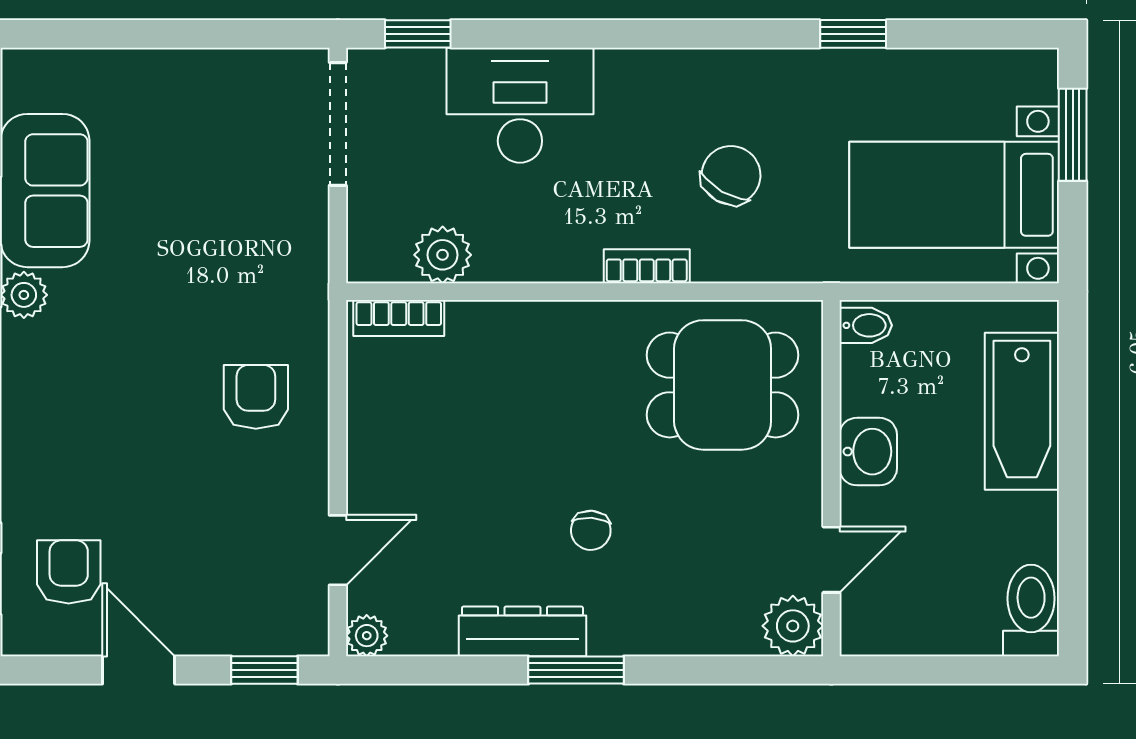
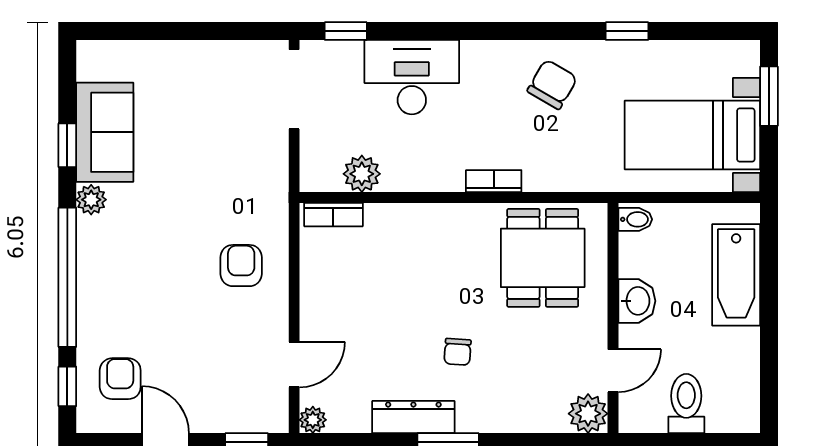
chair: (731, 175) -> (552, 84), moved
dining table: (723, 385) -> (543, 258), turned 90
toilet: (1031, 610) -> (686, 404), moved

